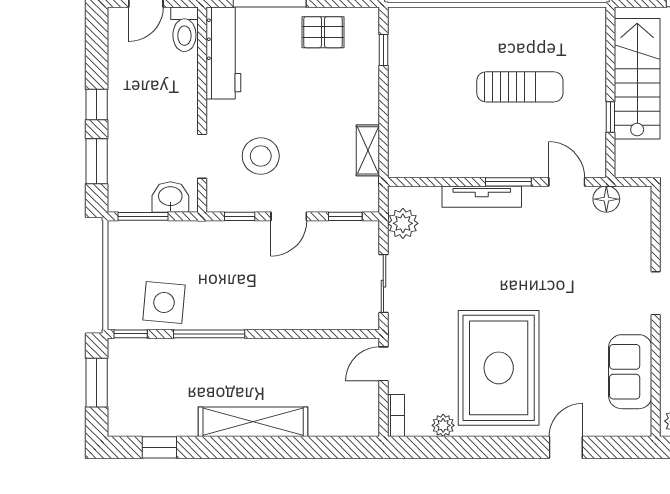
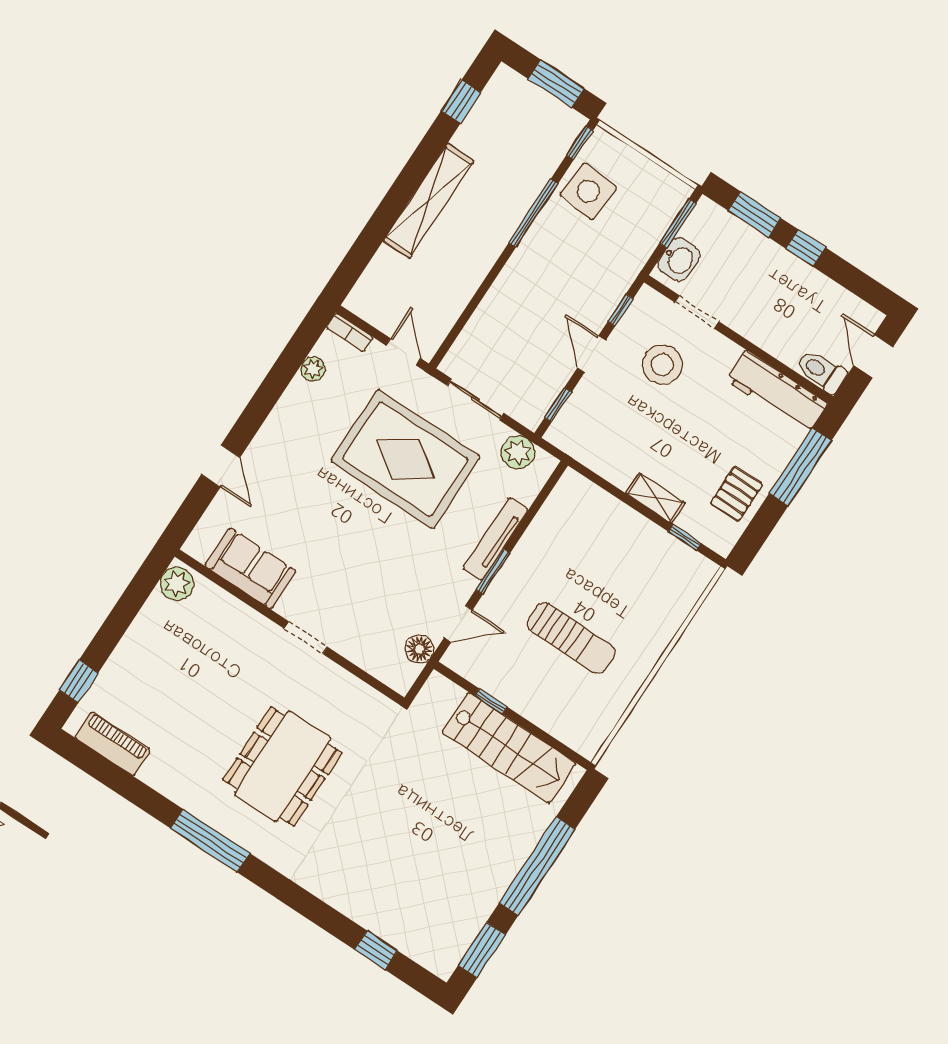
sun lounger: (520, 87) -> (571, 638), turned -90
shelving: (368, 150) -> (655, 498), moved
rug: (499, 368) -> (405, 459), moved

